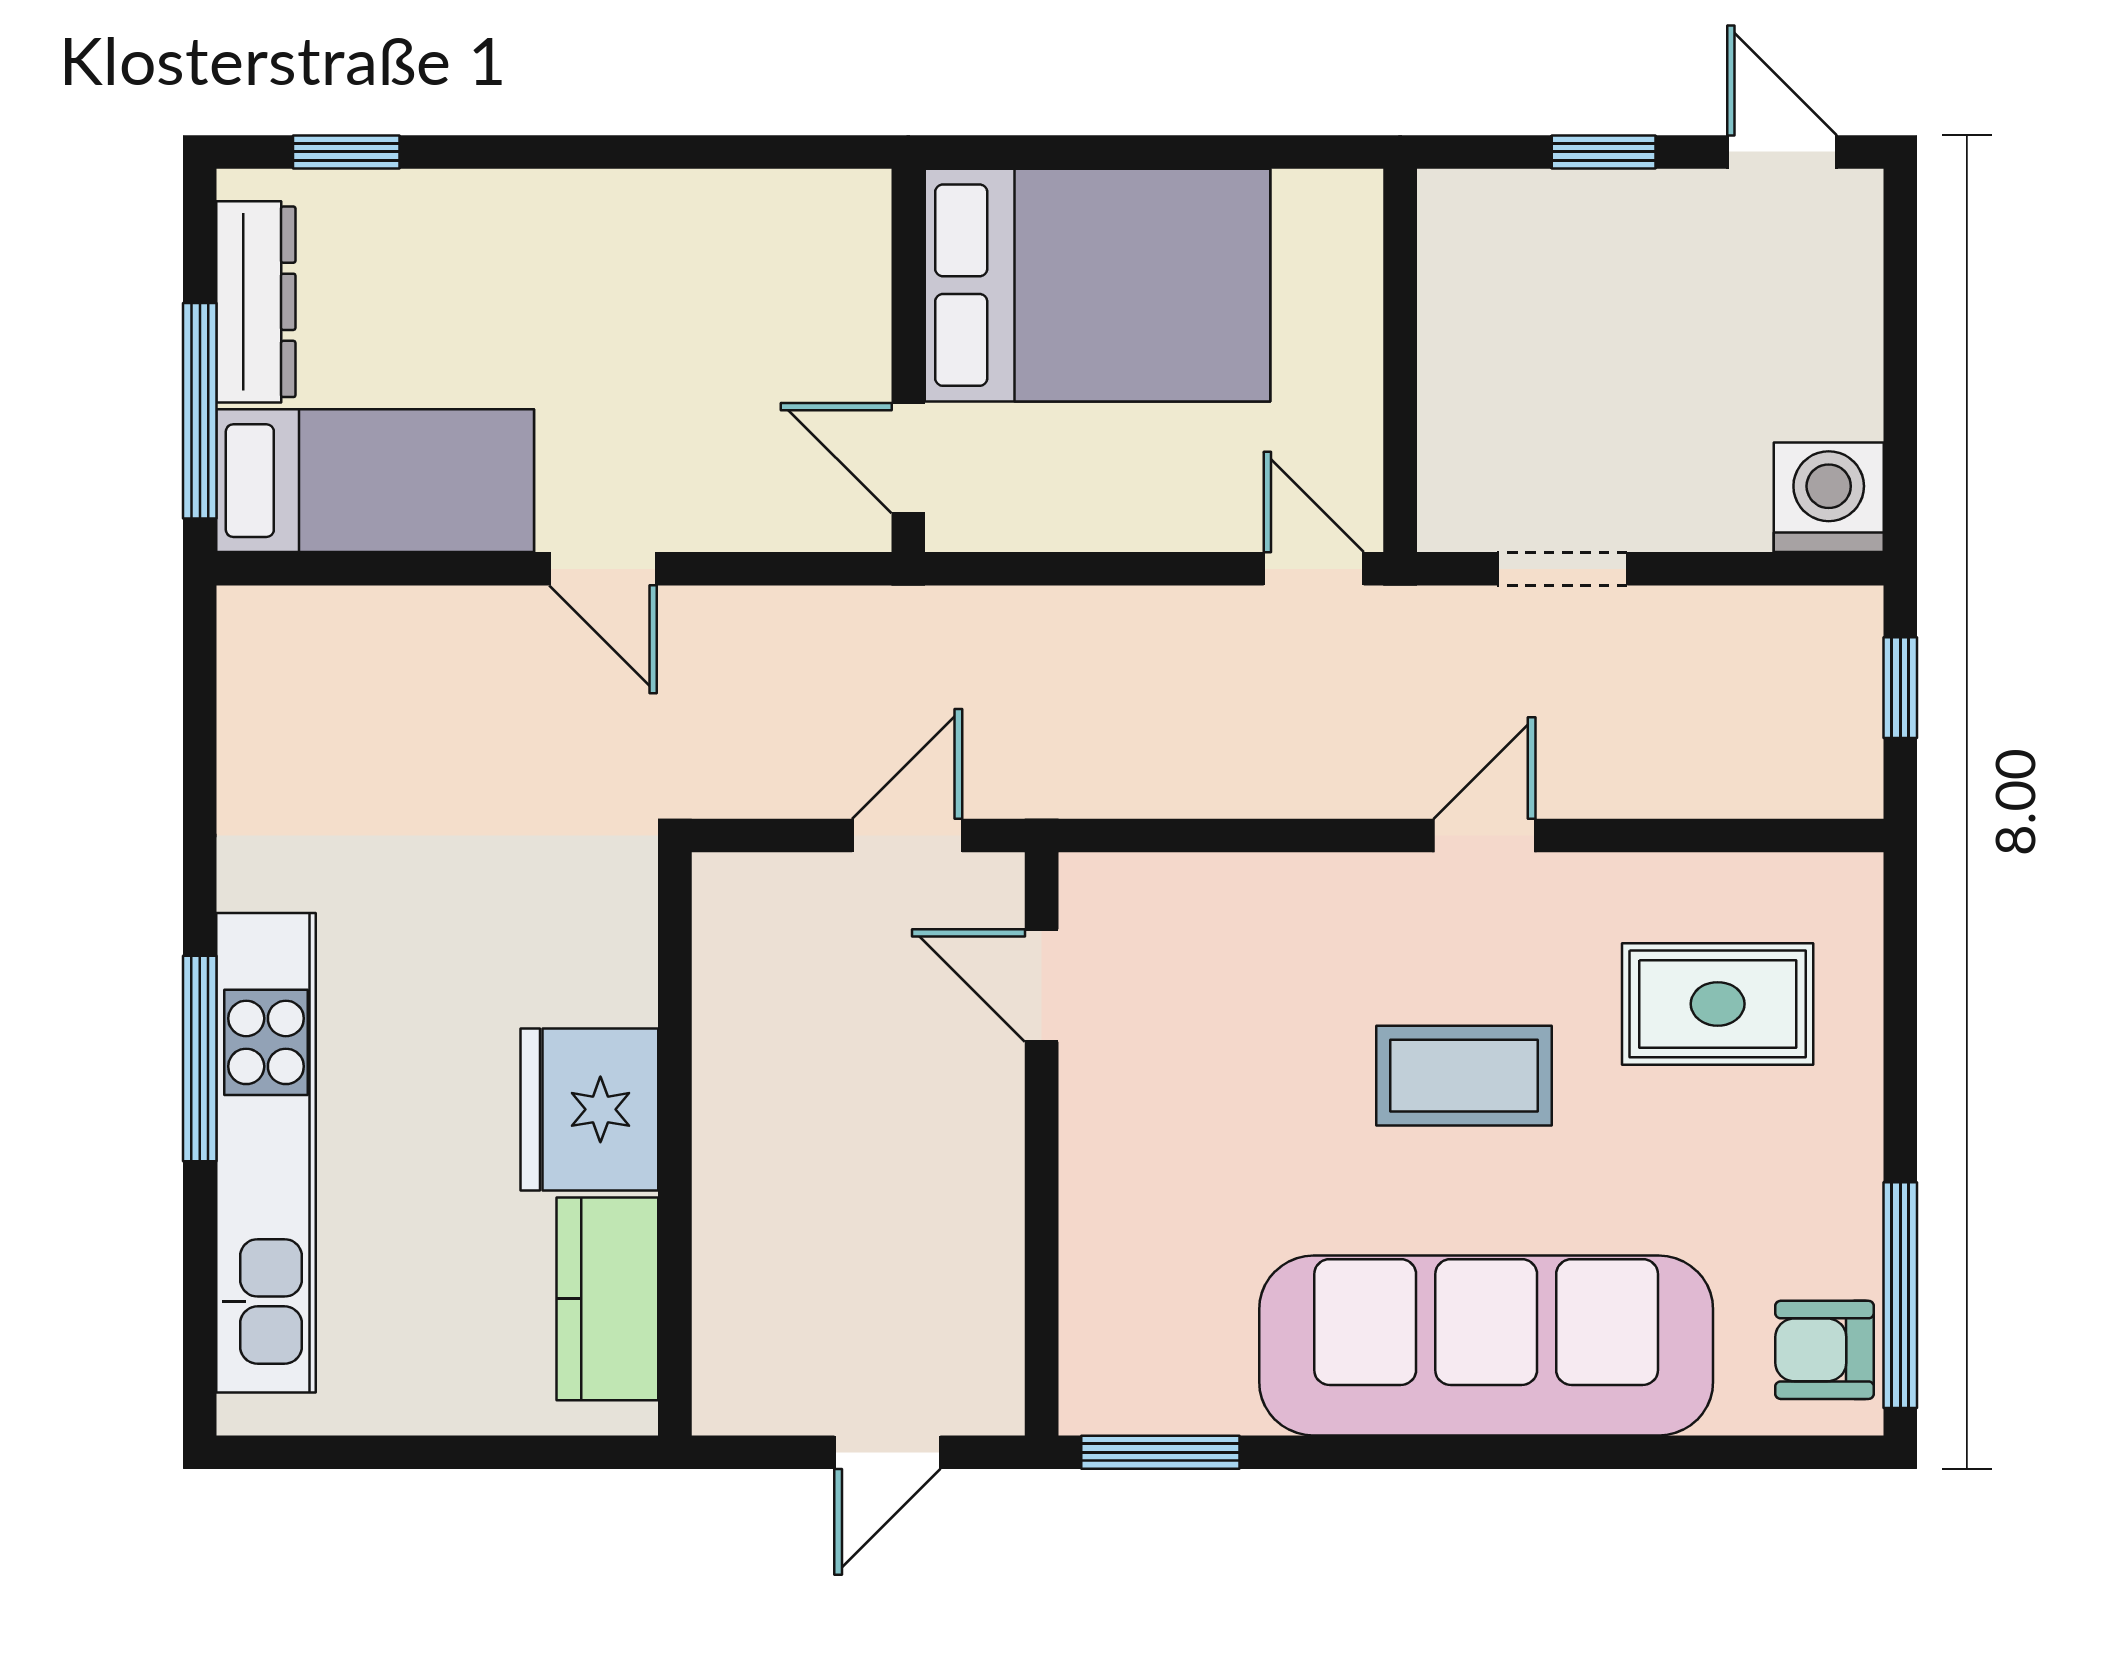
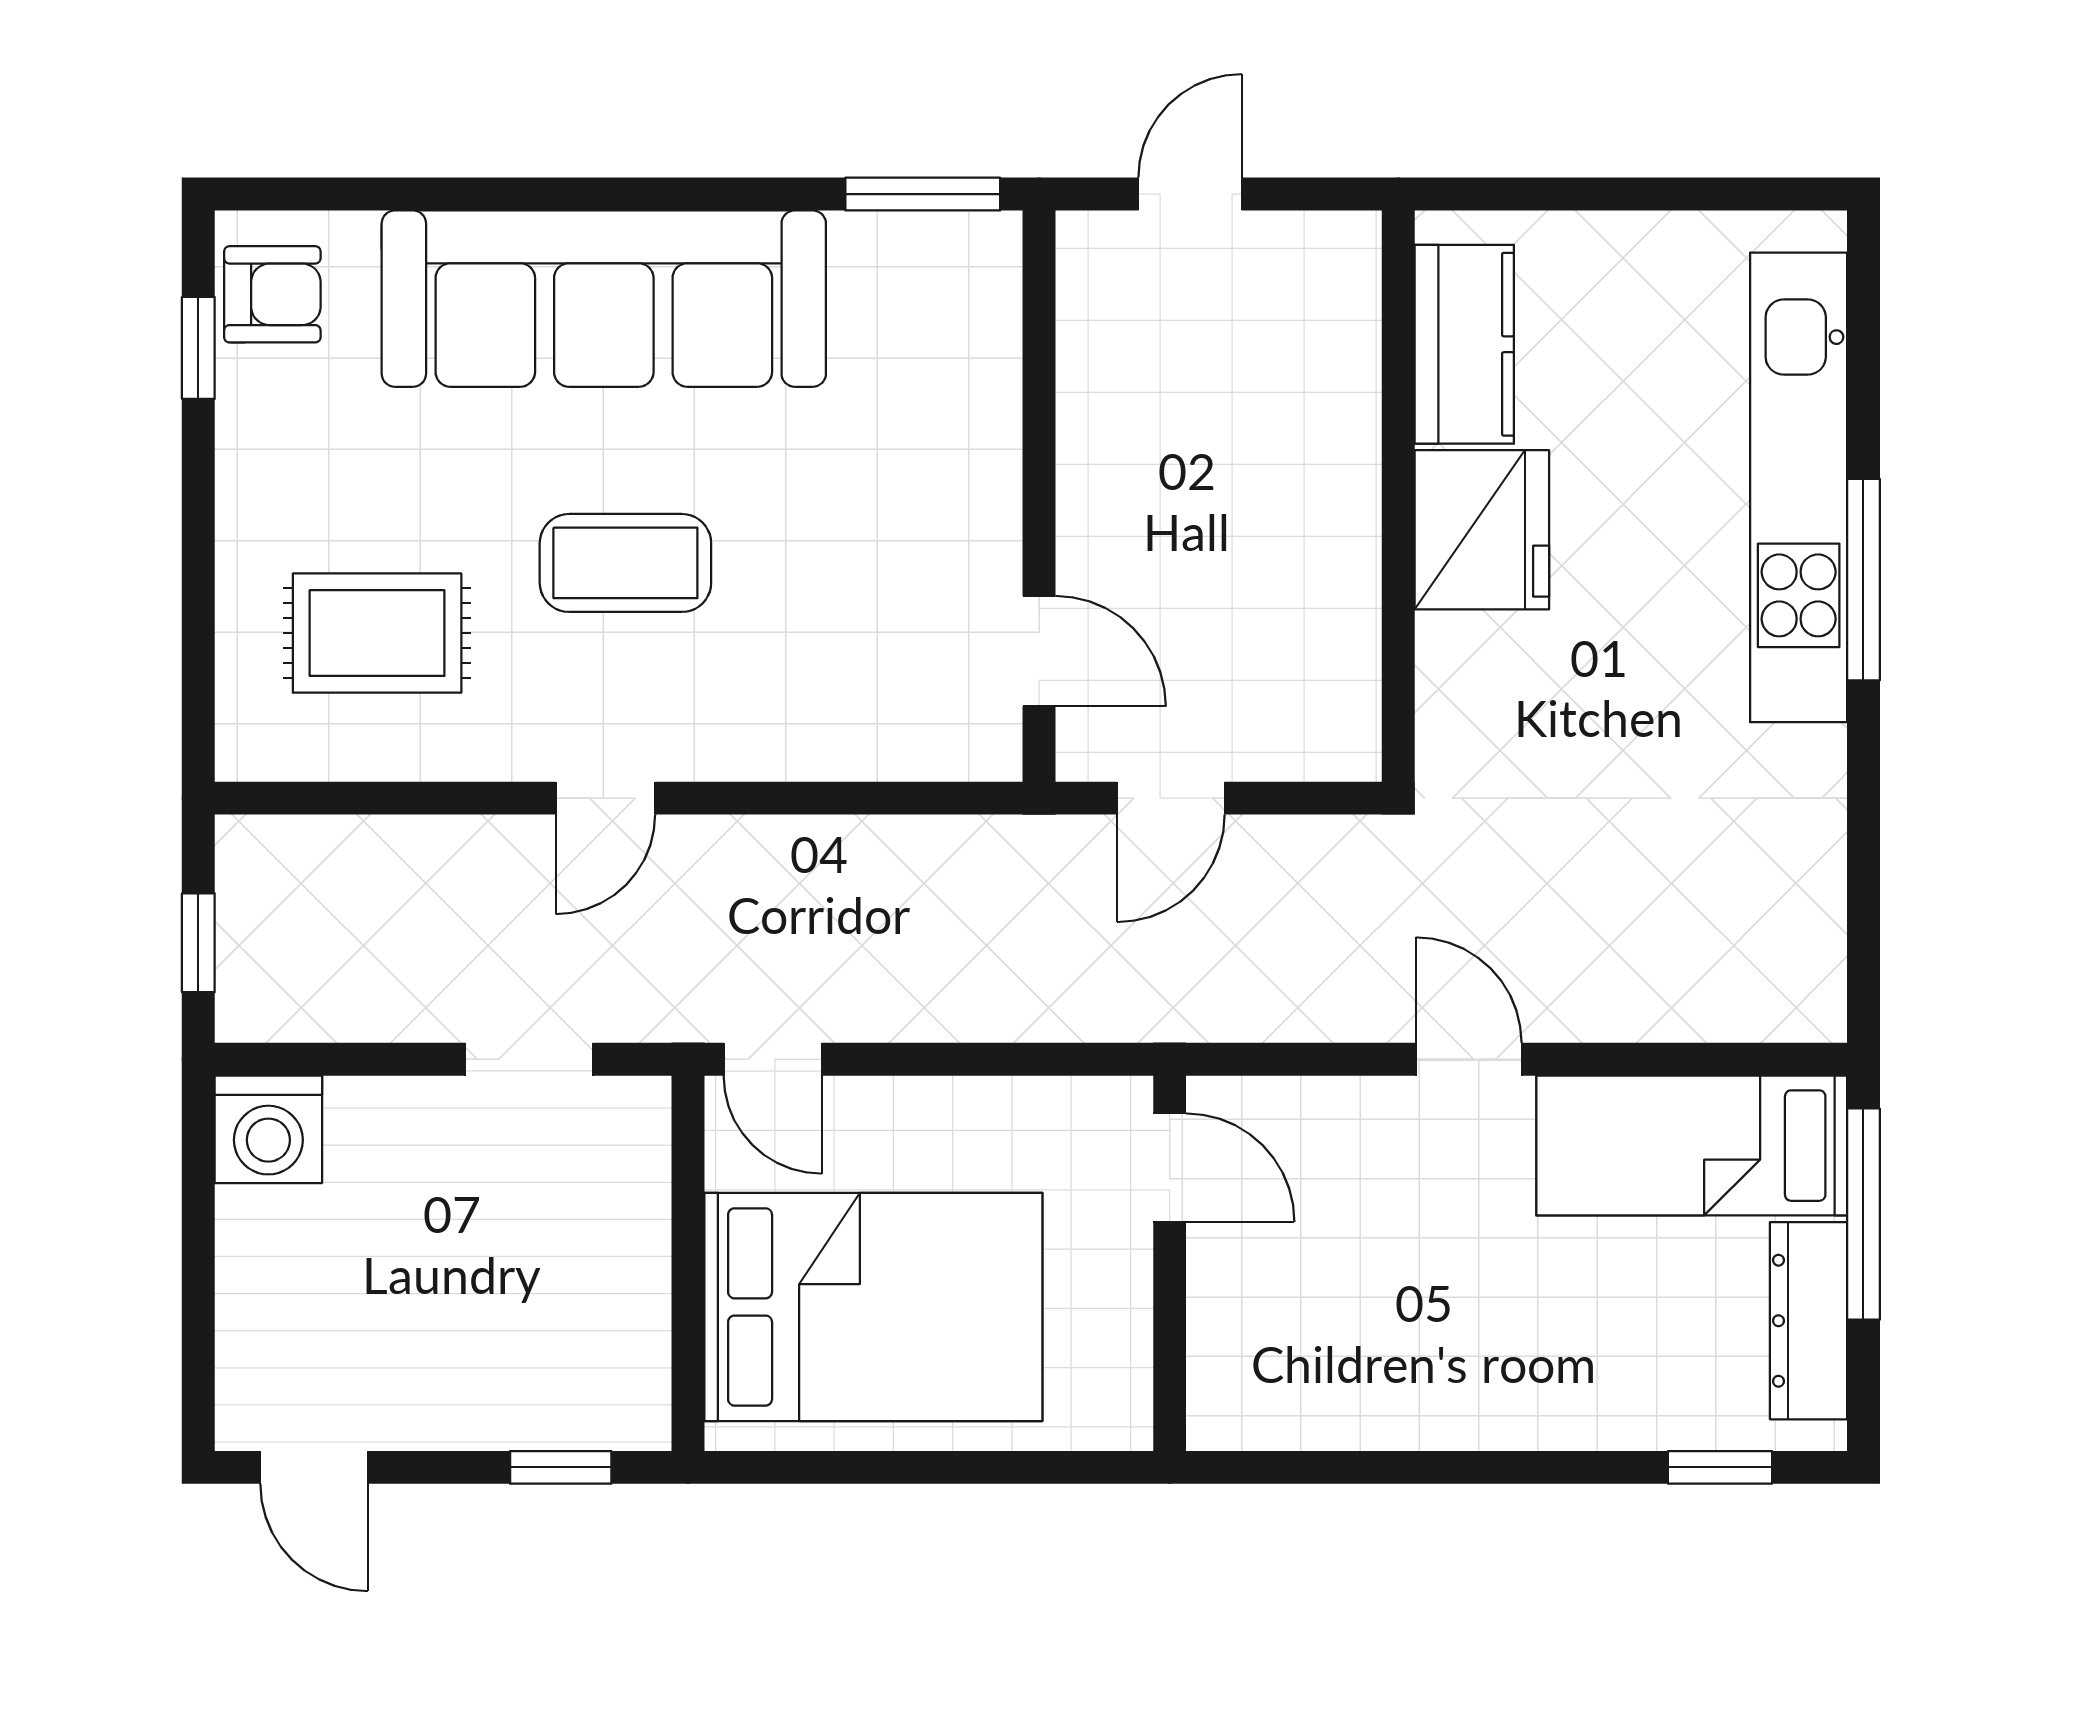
window: (1604, 152) -> (561, 1467), moved
bed: (1098, 285) -> (873, 1307), moved, turned 180
window: (1900, 1295) -> (198, 348), width x0.46

